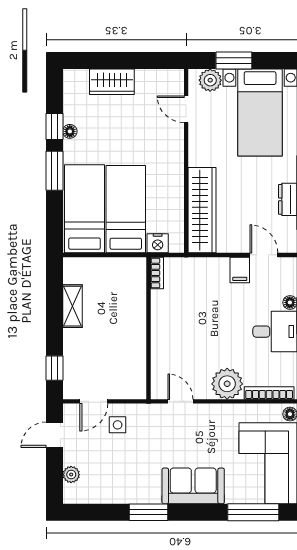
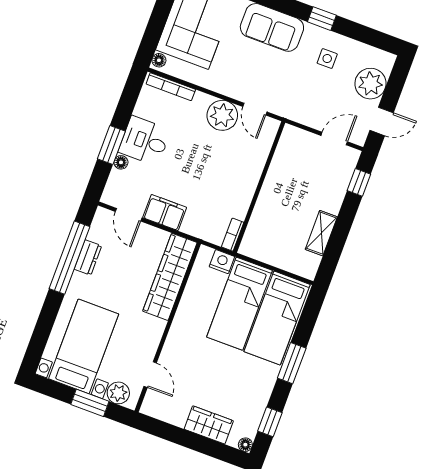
window: (54, 126) -> (270, 422), moved
floor lamp: (70, 131) -> (245, 445), moved
filing cabinet: (240, 270) -> (165, 213), width x2.00
plant: (227, 384) -> (222, 115), moved
side table: (118, 425) -> (327, 59), moved
plant: (71, 475) -> (370, 84), width x1.88, depth x1.88
window: (149, 512) -> (322, 19), width x0.67

